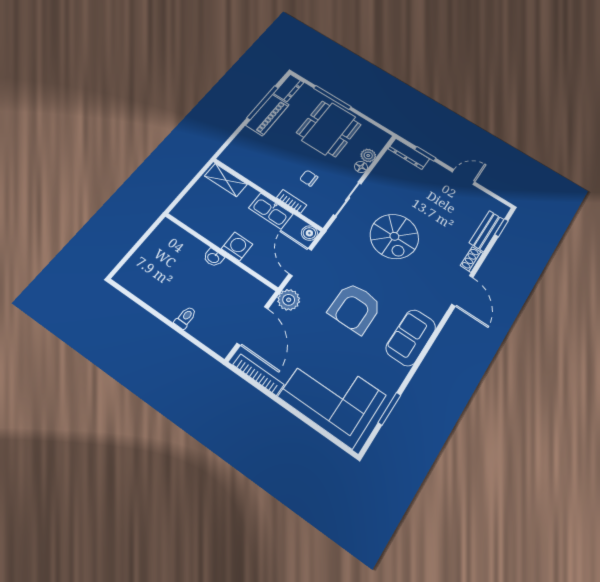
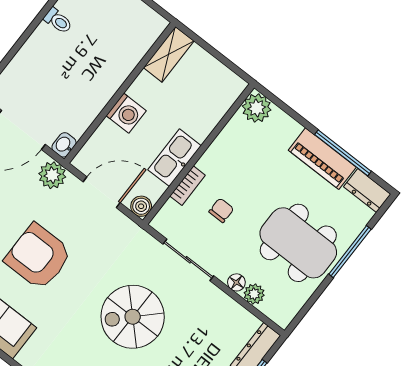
plant: (231, 157) -> (257, 108), added
shelving: (226, 180) -> (169, 54), moved
washbasin: (213, 258) -> (64, 145), moved
toilet: (185, 318) -> (58, 21), moved

